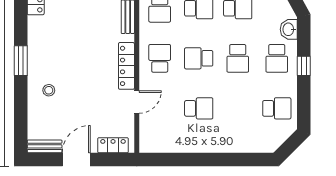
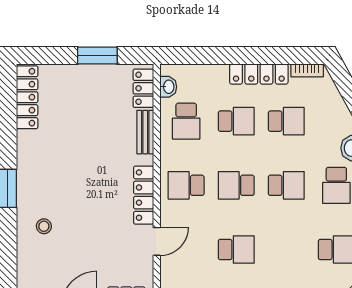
school desk: (160, 58) -> (186, 185), turned -90
school desk: (238, 58) -> (286, 185), turned -90

